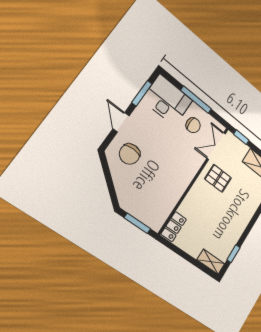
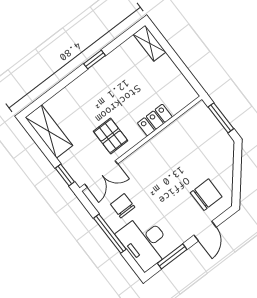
locker: (174, 227) -> (155, 120), moved
window: (233, 254) -> (95, 60), moved

